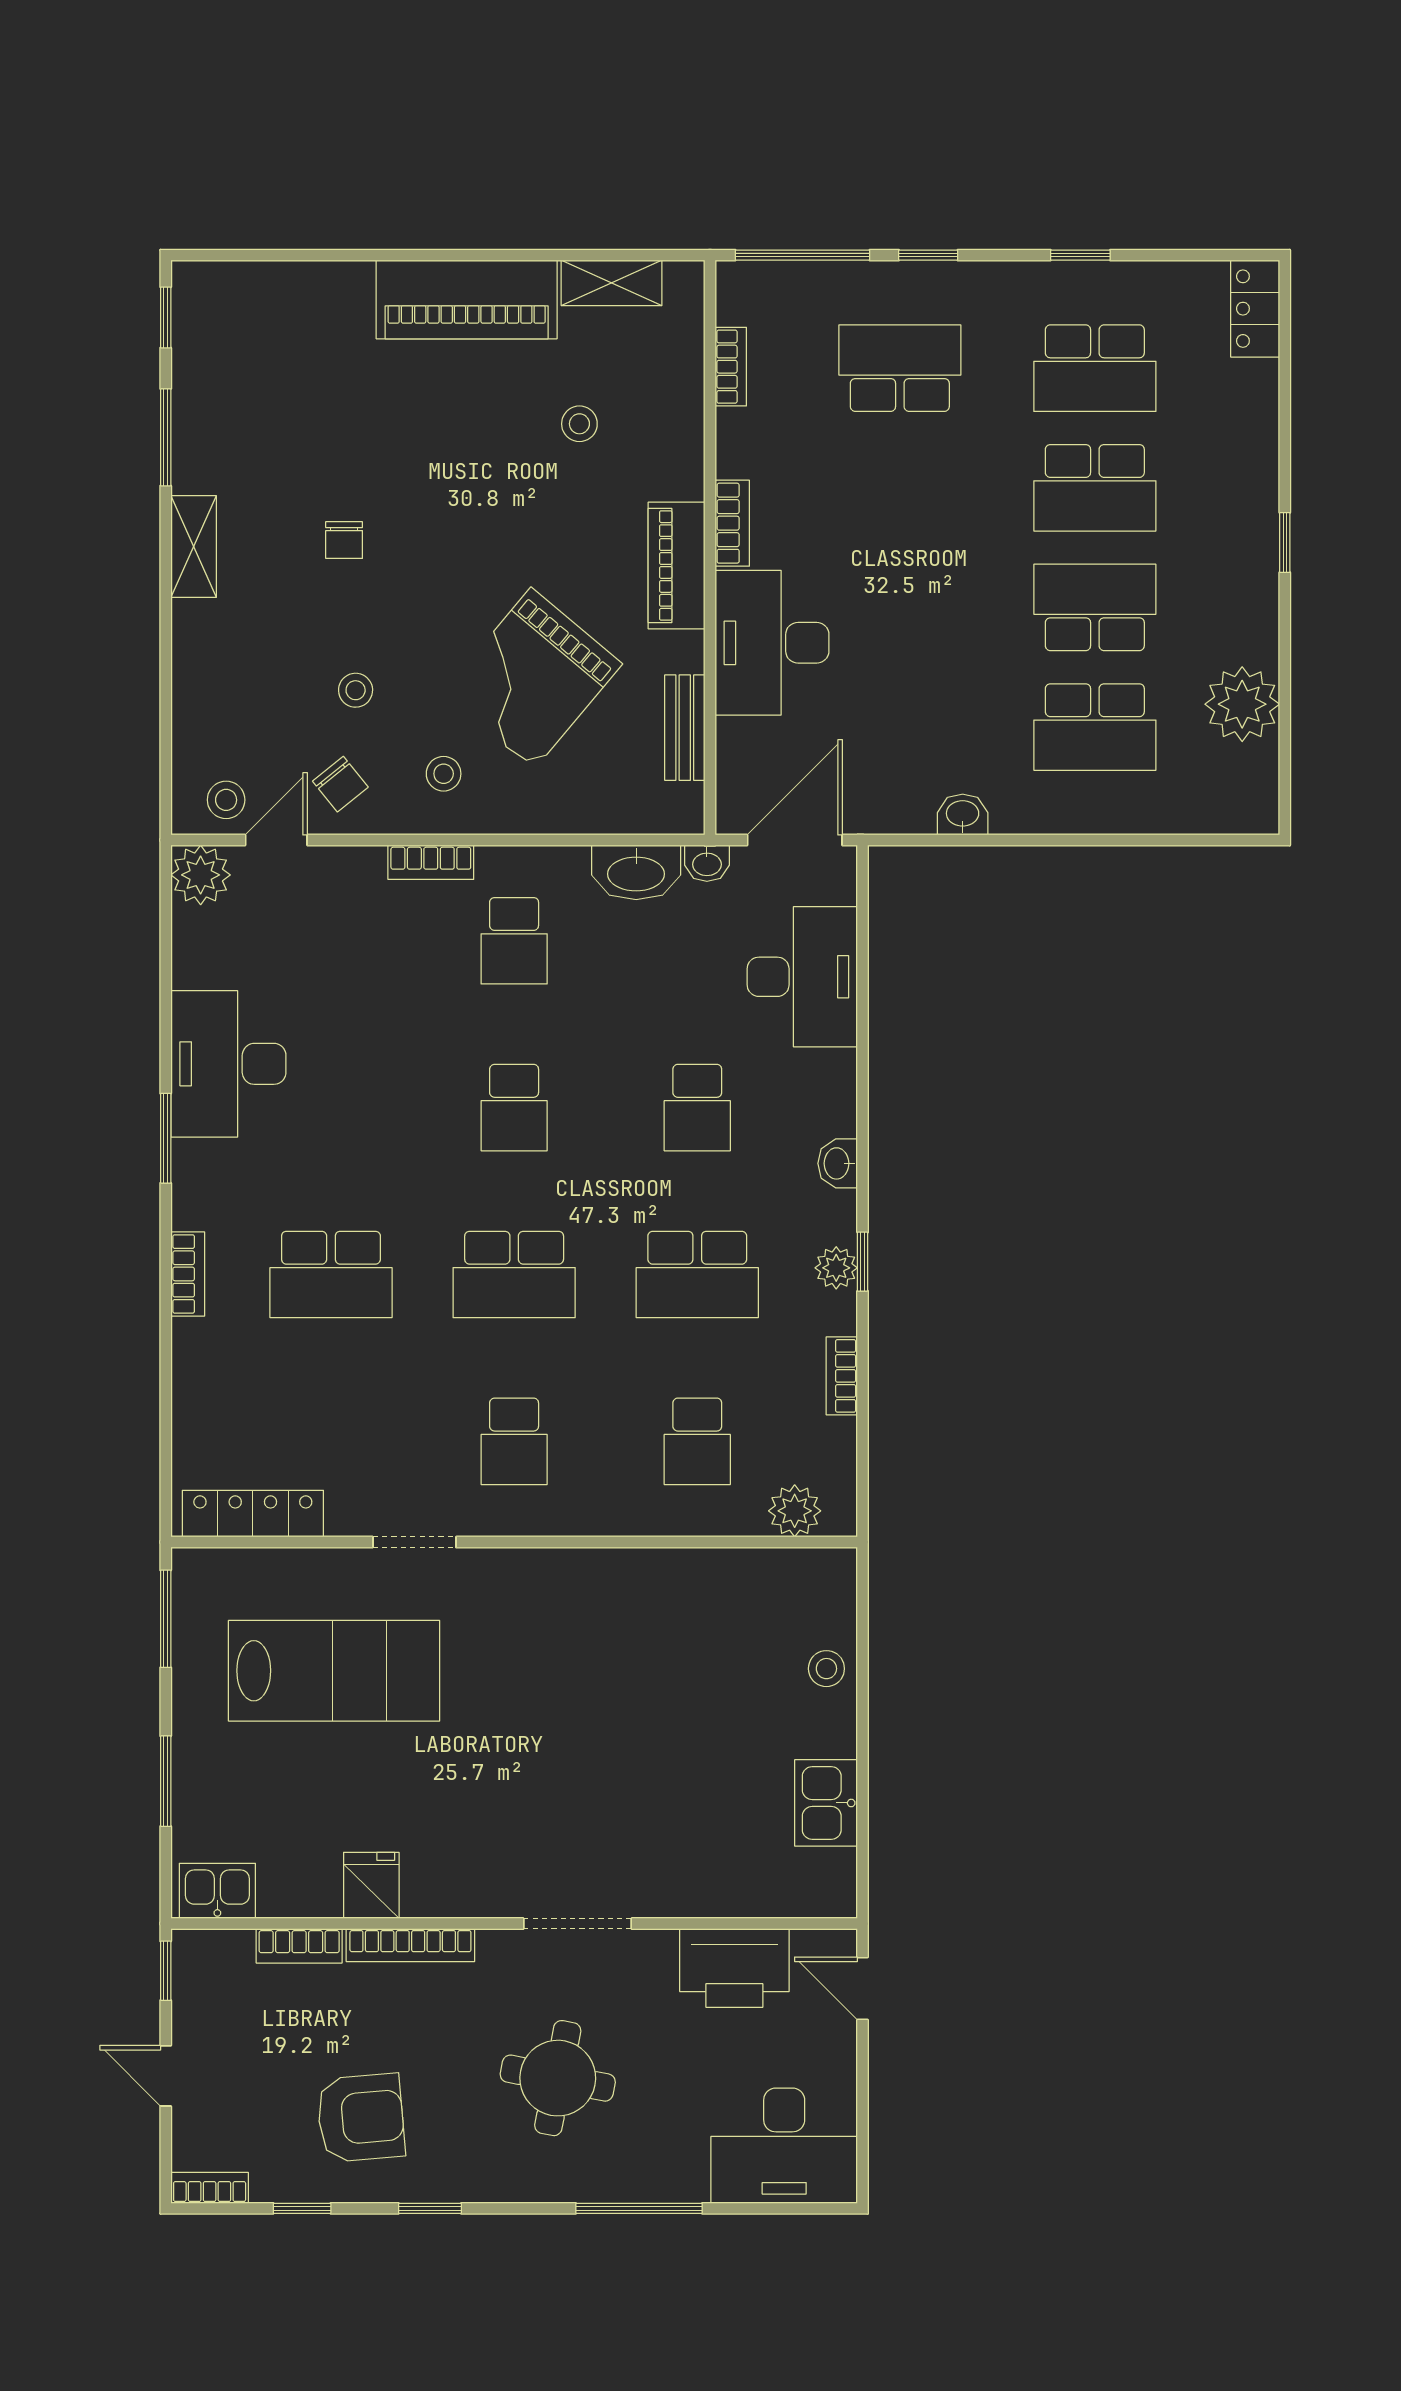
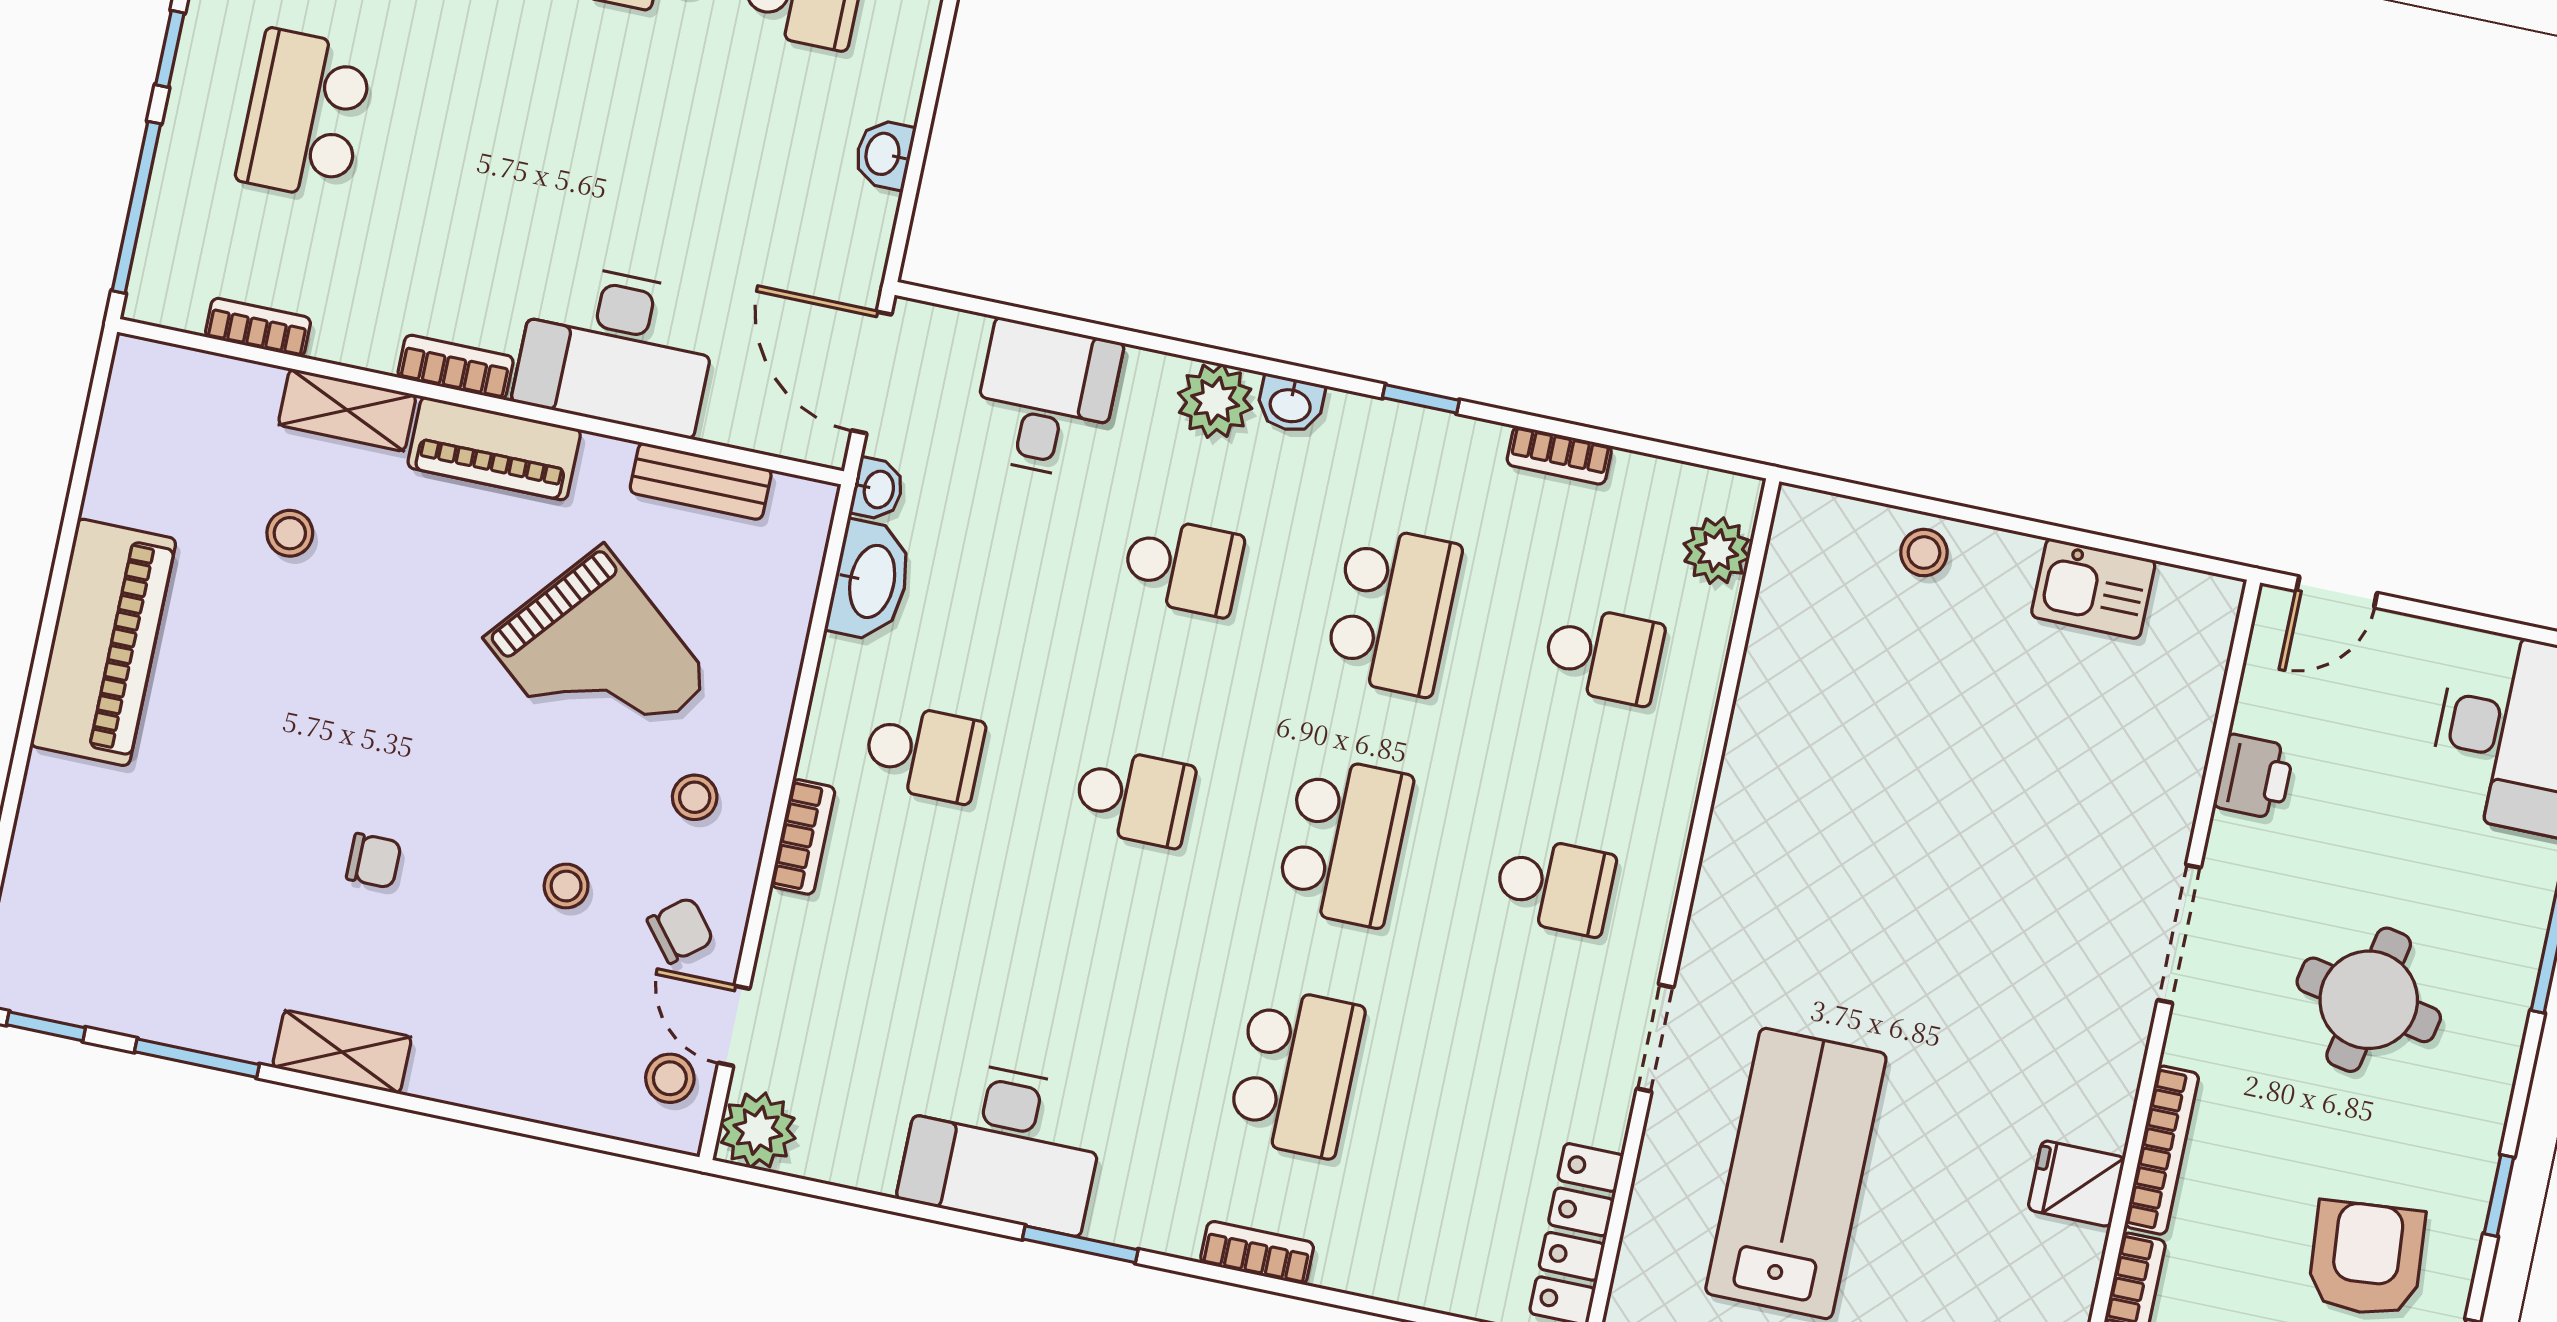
shelving: (612, 283) -> (347, 410), moved, turned 90
desk: (802, 977) -> (1046, 399), width x0.73
plant: (836, 1268) -> (1215, 401), moved, width x1.38, depth x1.38
printer: (734, 1968) -> (2254, 777), width x0.53, depth x0.68

